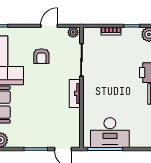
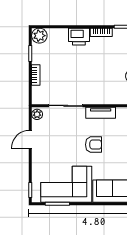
door: (49, 26) -> (30, 139), hinge flipped
armchair: (41, 56) -> (93, 145), moved

